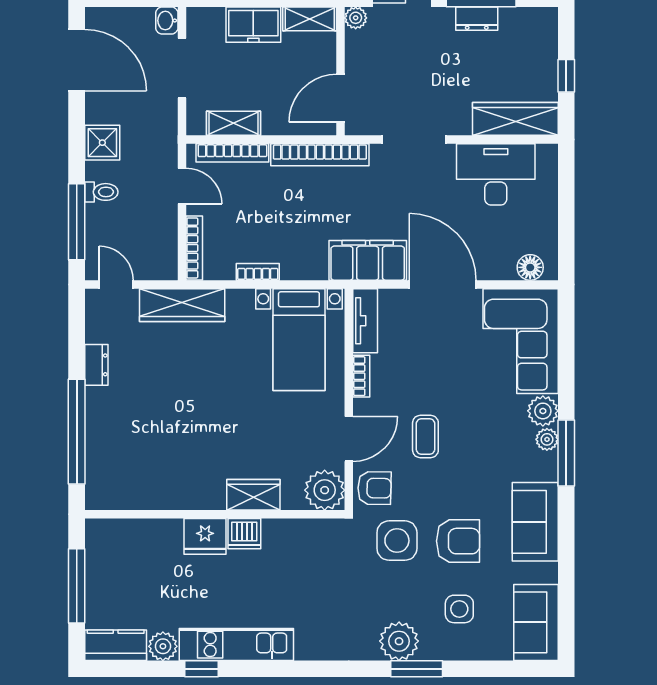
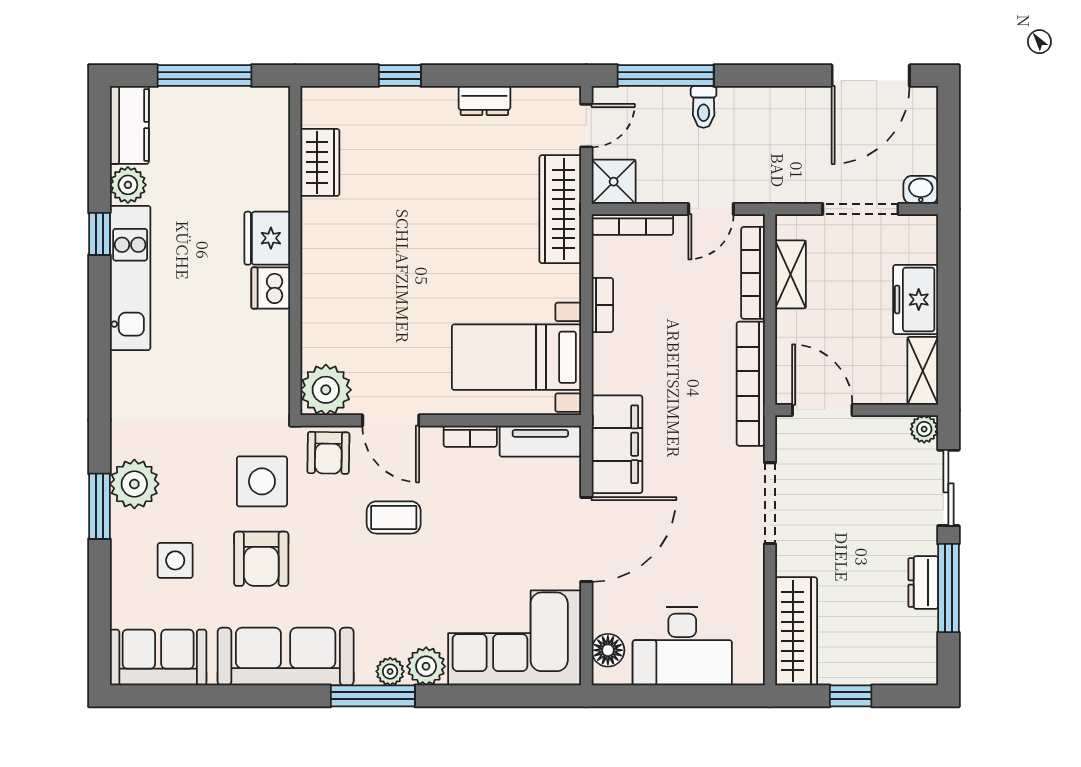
shower: (102, 143) -> (614, 182), moved
desk: (496, 174) -> (682, 646), moved, turned 90
window: (77, 432) -> (400, 76), width x0.32
wardrobe: (253, 495) -> (320, 162), moved
sofa: (535, 522) -> (286, 657), width x1.36

